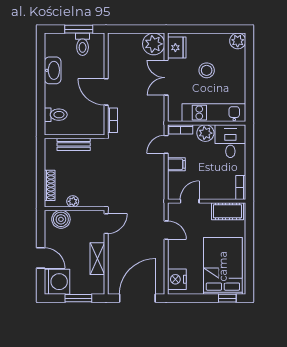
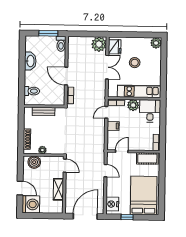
toilet: (83, 44) -> (61, 44), moved
double door: (166, 78) -> (107, 67), swing flipped
door: (106, 224) -> (65, 166), hinge flipped
window: (78, 298) -> (45, 216), removed
window: (227, 298) -> (127, 217), moved

